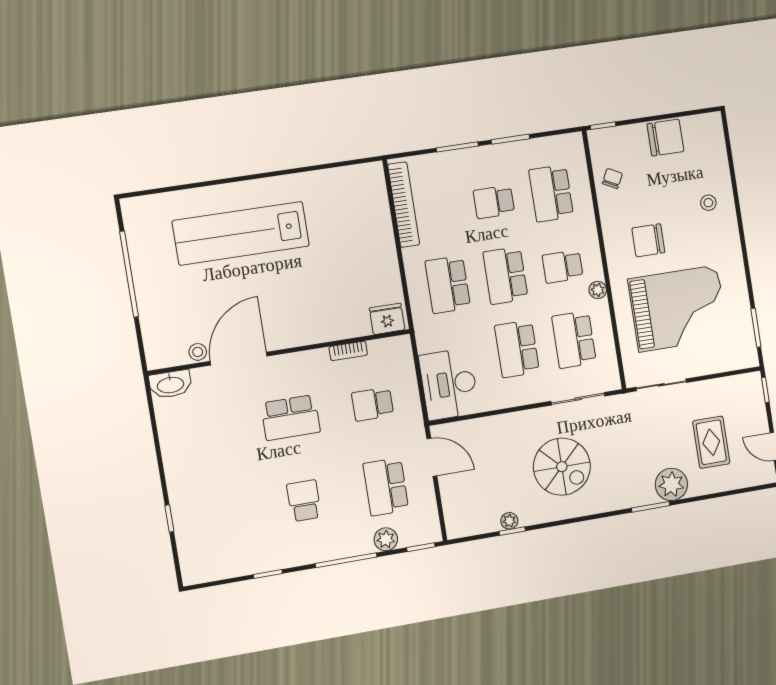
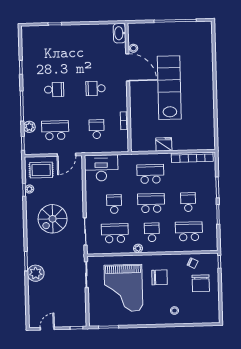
chair: (665, 138) -> (201, 283), moved
lab bench: (241, 233) -> (169, 88), moved
chair: (648, 240) -> (159, 277), turned 90
fridge: (387, 319) -> (164, 144), moved, turned -90
school desk: (517, 349) -> (114, 204), width x0.54
school desk: (291, 418) -> (96, 88), width x0.54
rug: (711, 442) -> (41, 170), moved

